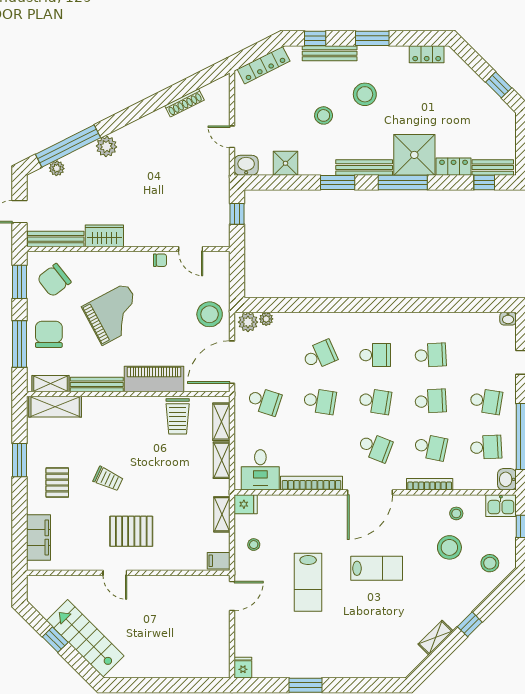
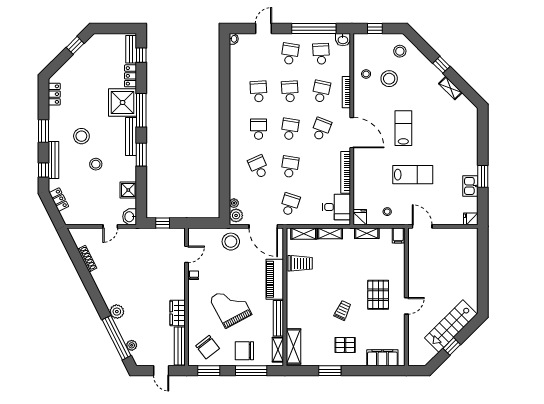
locker: (264, 65) -> (59, 200), width x0.66
kitchen sink: (501, 506) -> (470, 186), moved, turned 180

